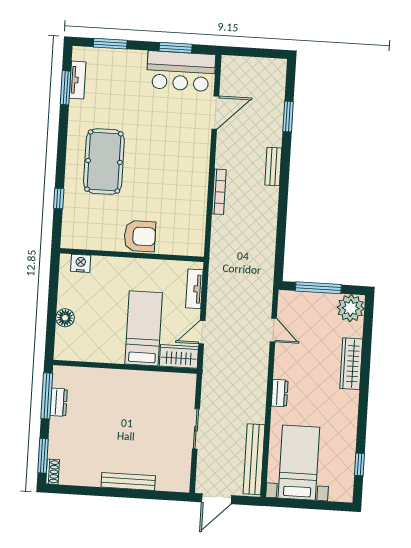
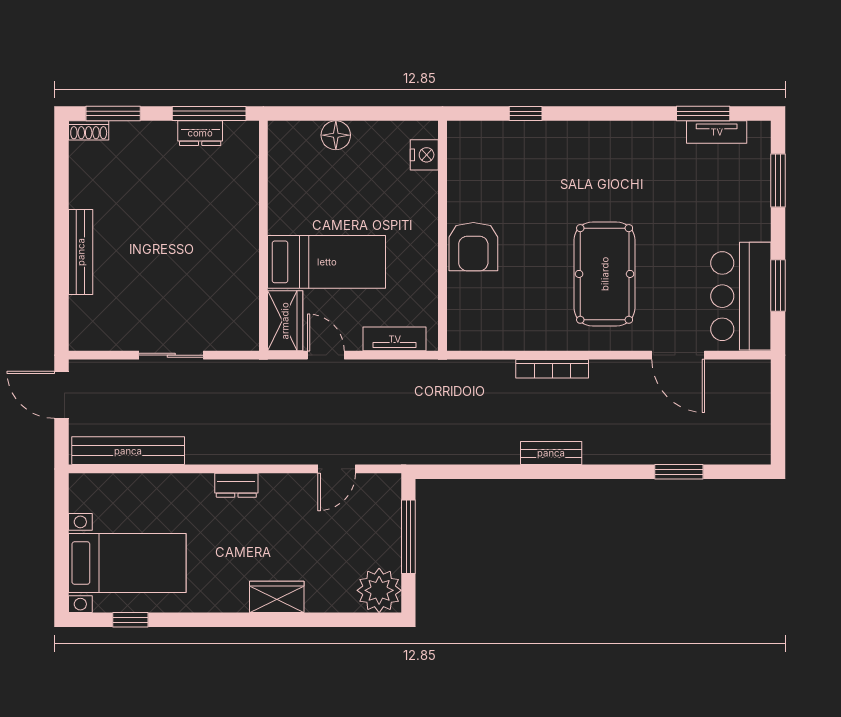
pool table: (104, 161) -> (605, 274), moved, turned 90
bench: (273, 167) -> (551, 453), moved
wardrobe: (351, 364) -> (277, 597), width x0.67
bed with nightstands: (299, 463) -> (127, 563), moved

